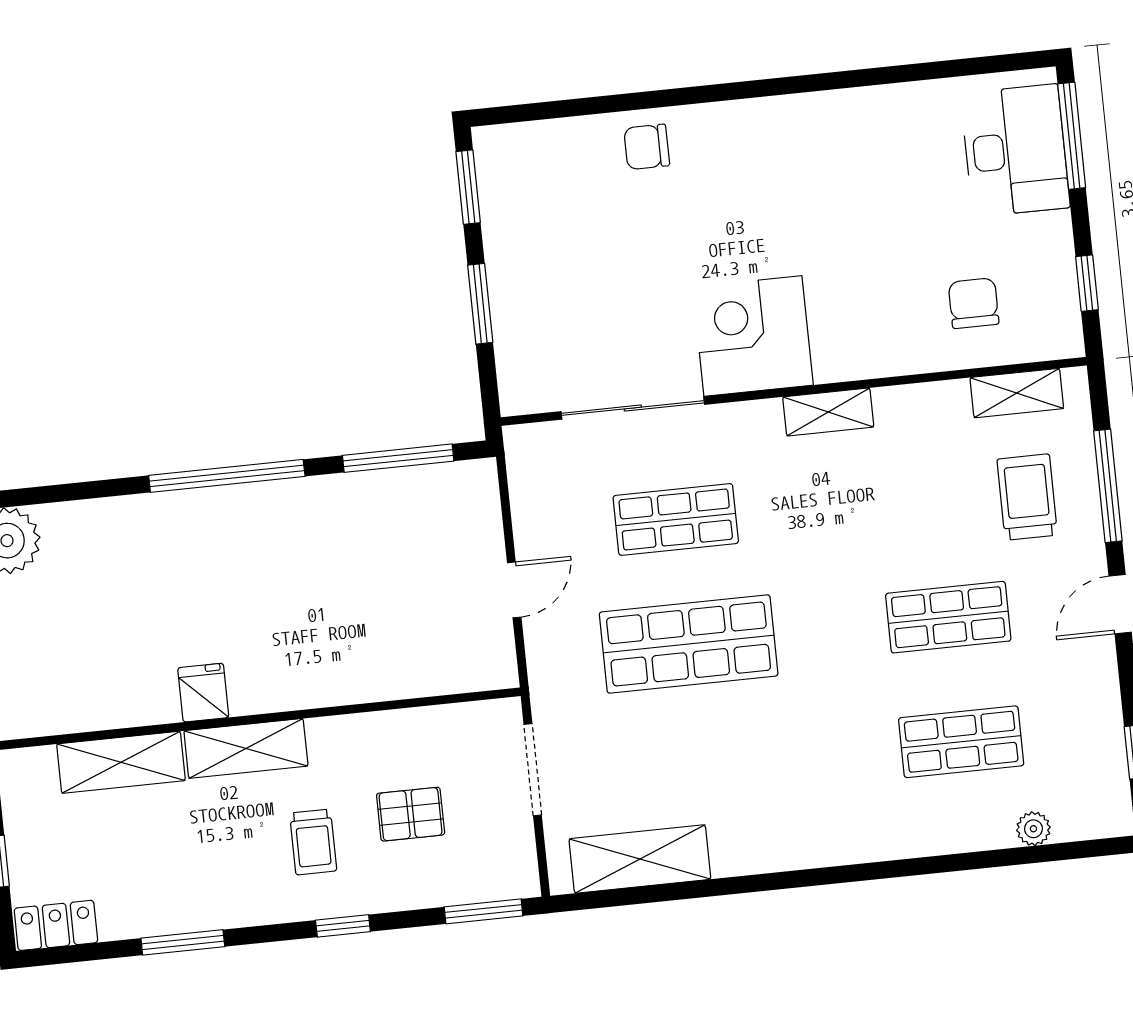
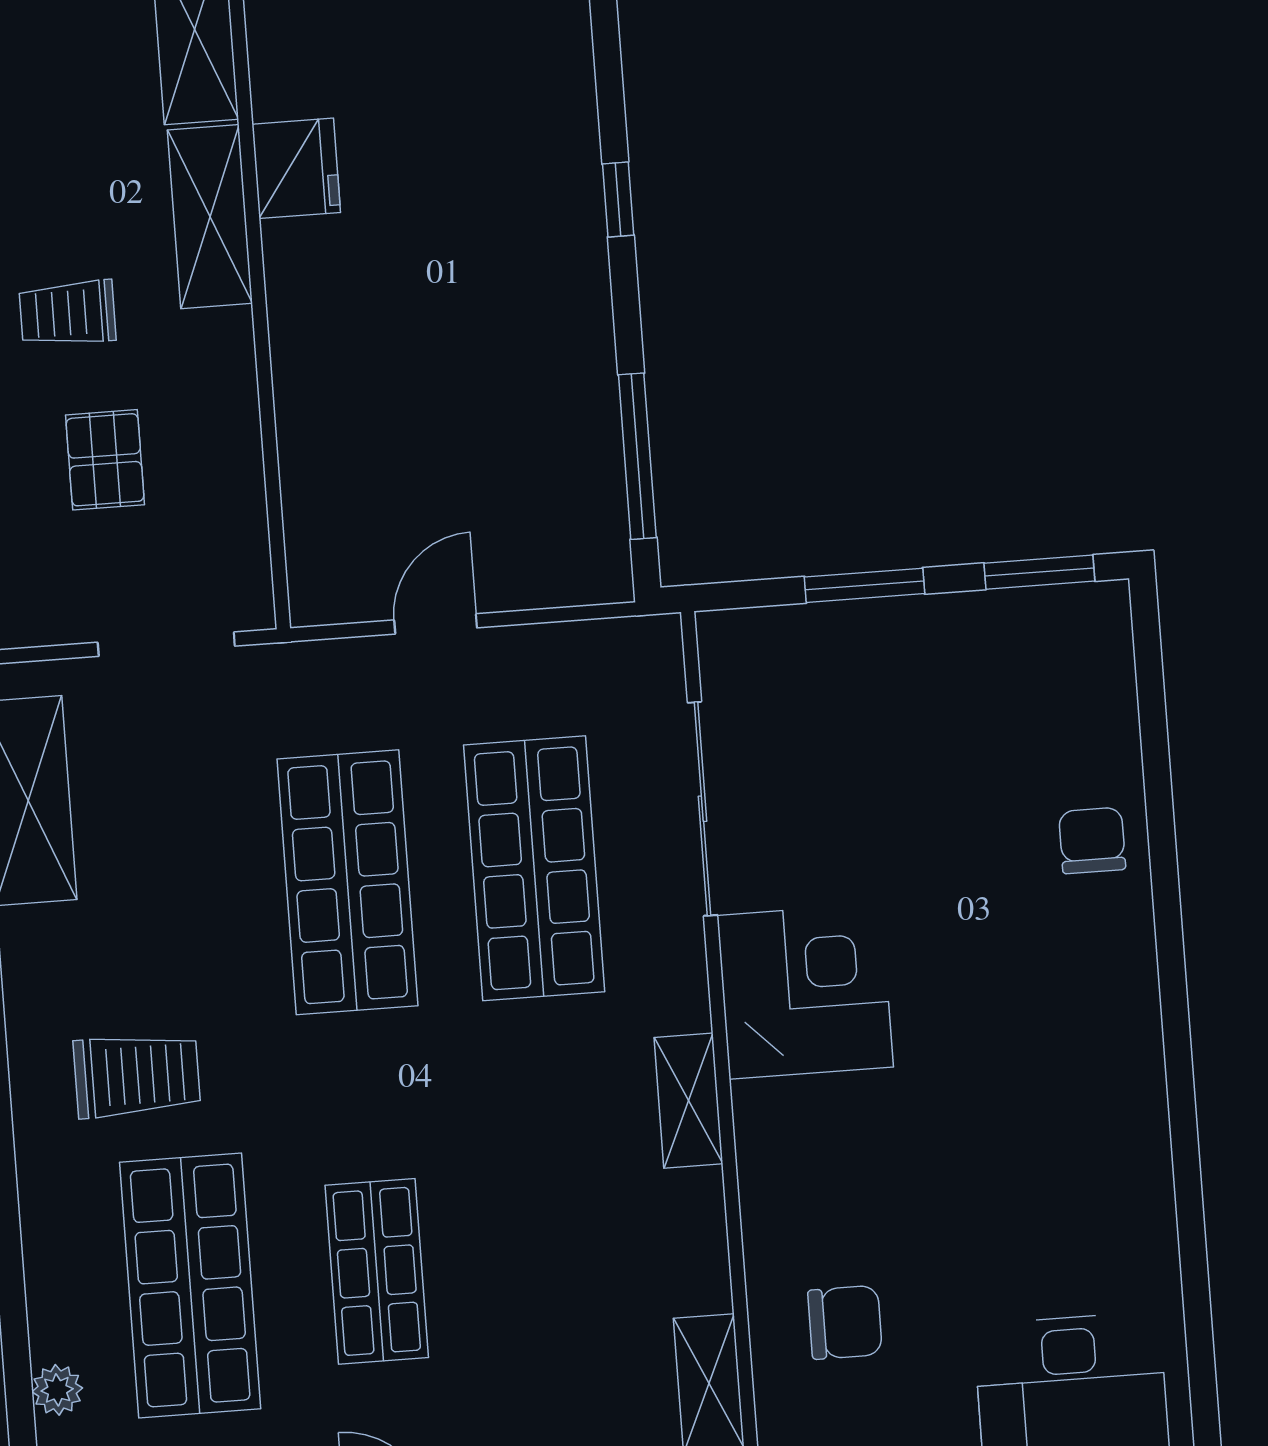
window: (227, 476) -> (618, 200), width x0.32
trolley: (1027, 497) -> (137, 1075), moved
shop shelf: (676, 520) -> (534, 868), width x1.43, depth x1.36
door: (514, 590) -> (436, 624), swing flipped
fridge: (203, 693) -> (296, 168), width x1.38
shop shelf: (961, 742) -> (190, 1285), width x1.43, depth x1.36

